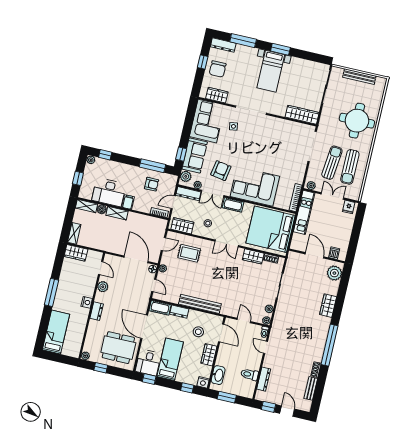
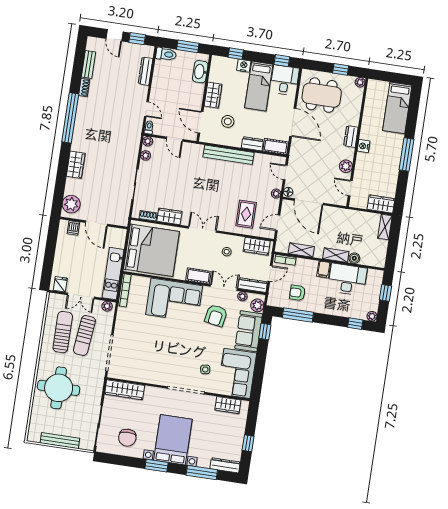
chair: (218, 69) -> (127, 438), moved, turned 180
bed with nightstands: (271, 71) -> (173, 440), width x1.36
shelving: (86, 206) -> (301, 250), moved
rug: (189, 253) -> (246, 214), turned 90
toilet: (249, 374) -> (166, 54), moved
nightstand: (203, 382) -> (244, 66), moved

